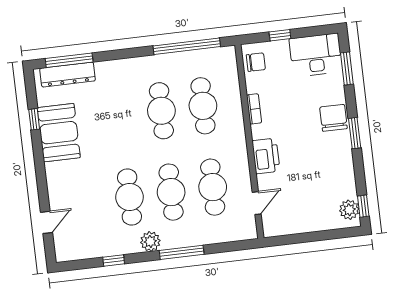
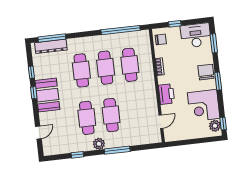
booth: (59, 133) -> (47, 95), moved
window: (38, 154) -> (34, 93), added
corner desk: (330, 175) -> (204, 105), added
cafe table: (213, 187) -> (81, 70), moved

